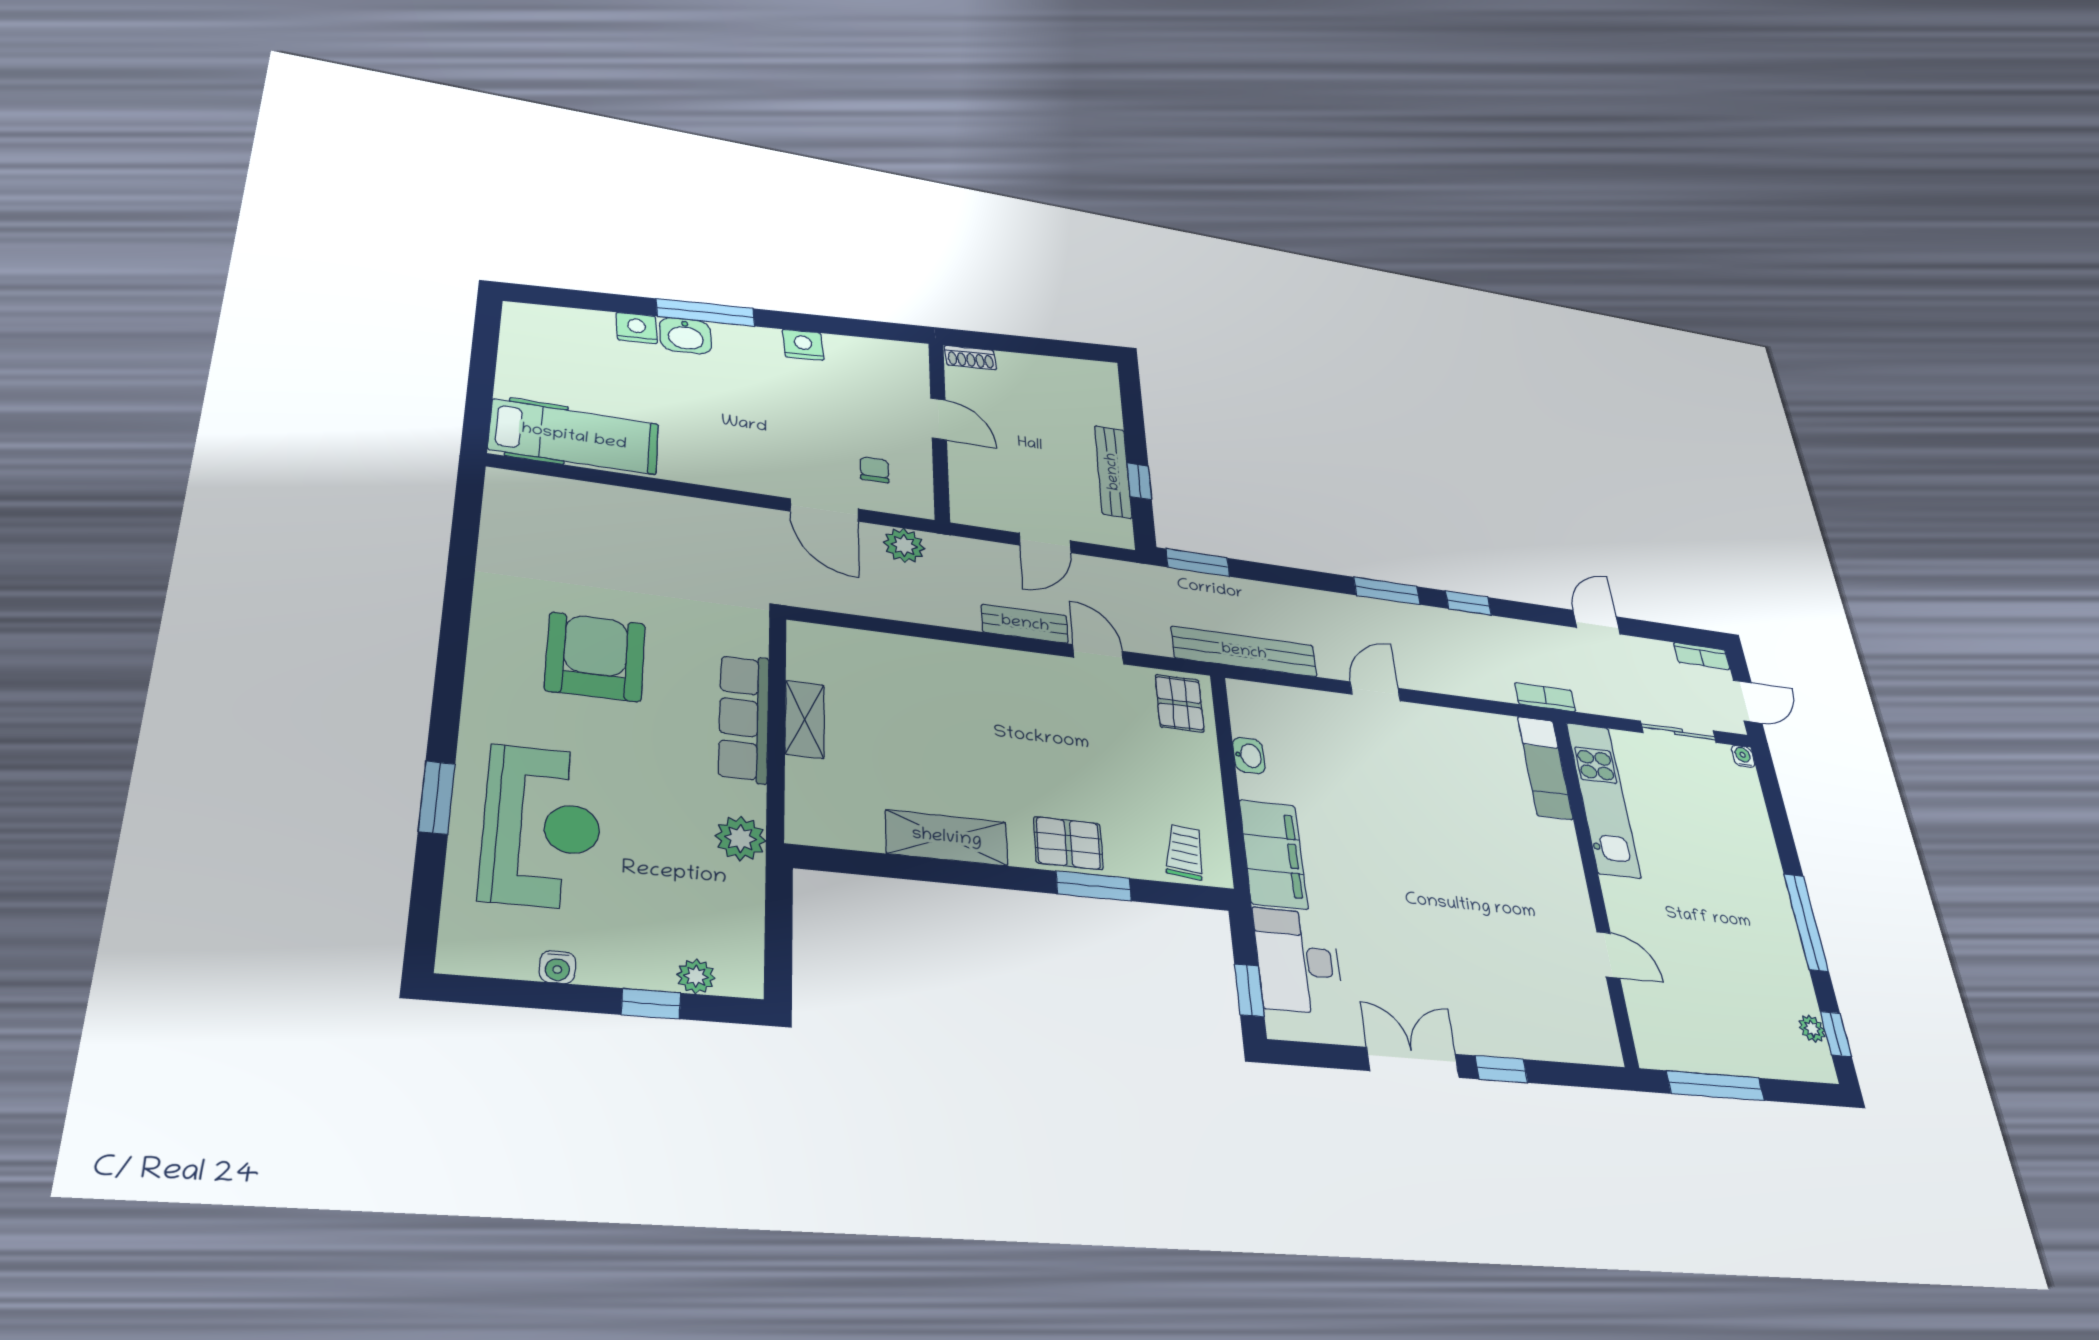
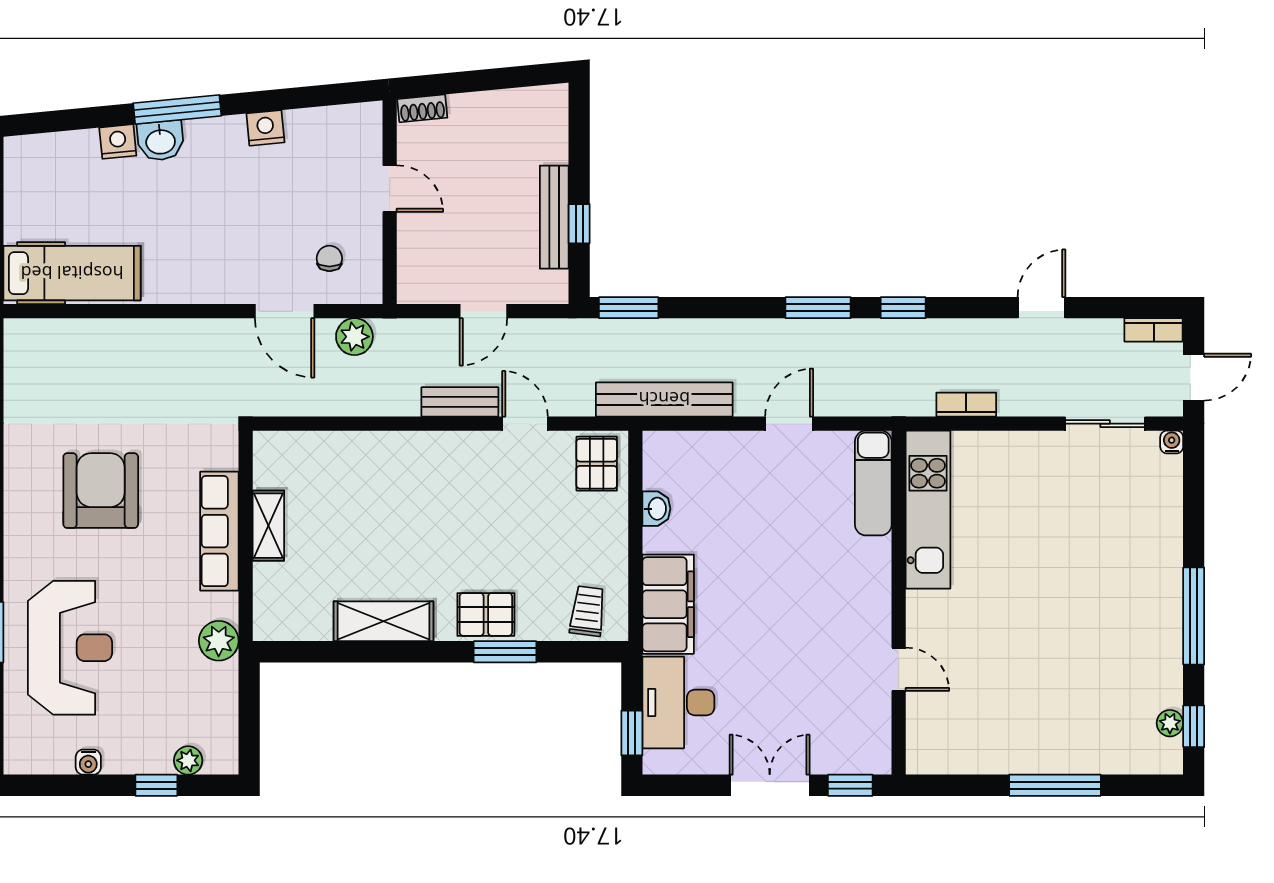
exam couch: (1545, 768) -> (873, 483), moved
kitchen unit: (1603, 799) -> (928, 510), moved
wall: (1594, 887) -> (899, 603), moved
door: (1608, 955) -> (899, 669), moved

